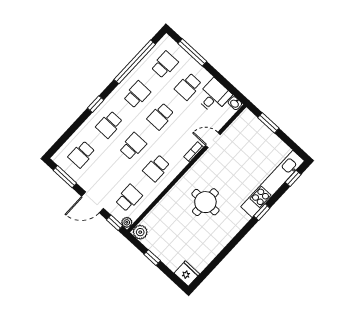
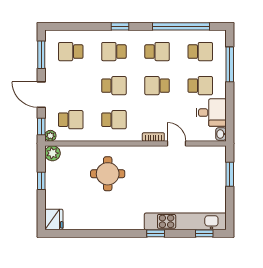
school desk: (188, 86) -> (200, 86), turned 180
school desk: (156, 168) -> (114, 120), turned 180
round table: (205, 202) -> (108, 174), moved

